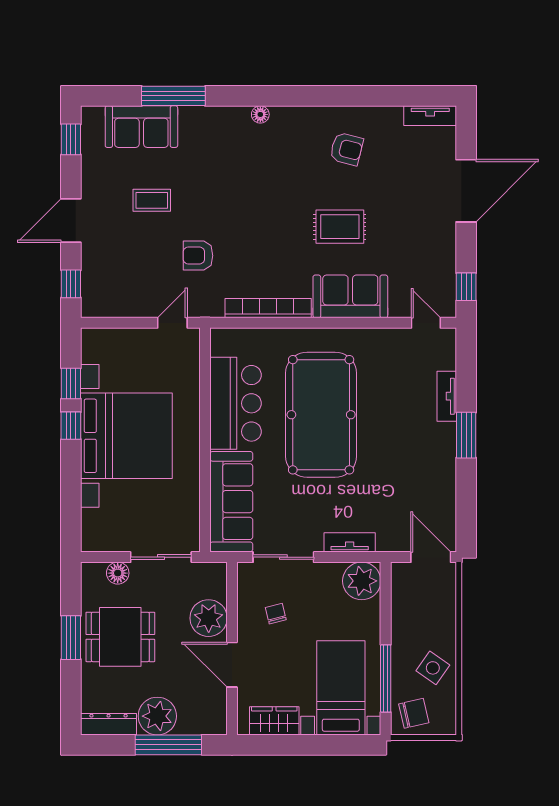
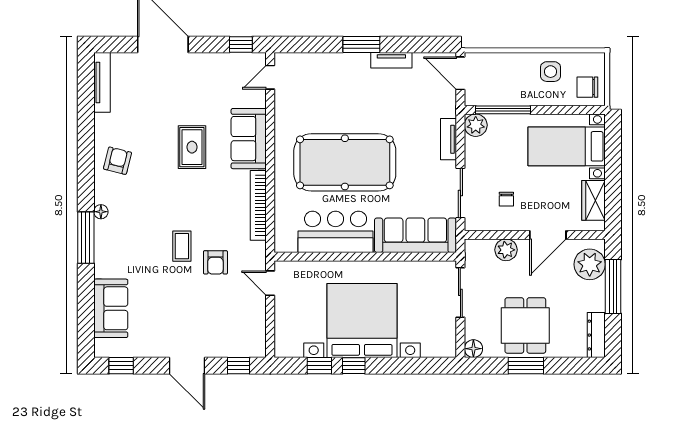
window: (173, 96) -> (86, 238), moved
tv unit: (430, 116) -> (102, 82), width x1.41
armchair: (347, 149) -> (117, 161), moved
coffee table: (152, 200) -> (182, 246), moved
tv unit: (447, 396) -> (391, 60), moved
door: (431, 557) -> (460, 73), hinge flipped
floor lamp: (118, 573) -> (473, 349), moved
plant: (362, 581) -> (476, 125), width x0.73, depth x0.73
chair: (276, 614) -> (506, 199), turned -76
plant: (209, 618) -> (506, 250), width x0.73, depth x0.73
side table: (433, 668) -> (551, 72), turned -35
window: (386, 678) -> (503, 110), moved
chair: (414, 713) -> (587, 87), turned -77
plant: (157, 716) -> (590, 264), moved

